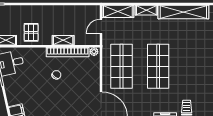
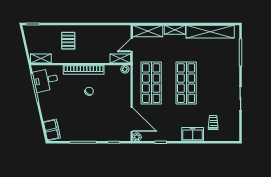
pallet: (31, 32) -> (68, 41), moved
shelving: (63, 40) -> (120, 58), moved
bookcase: (68, 52) -> (84, 70), moved

